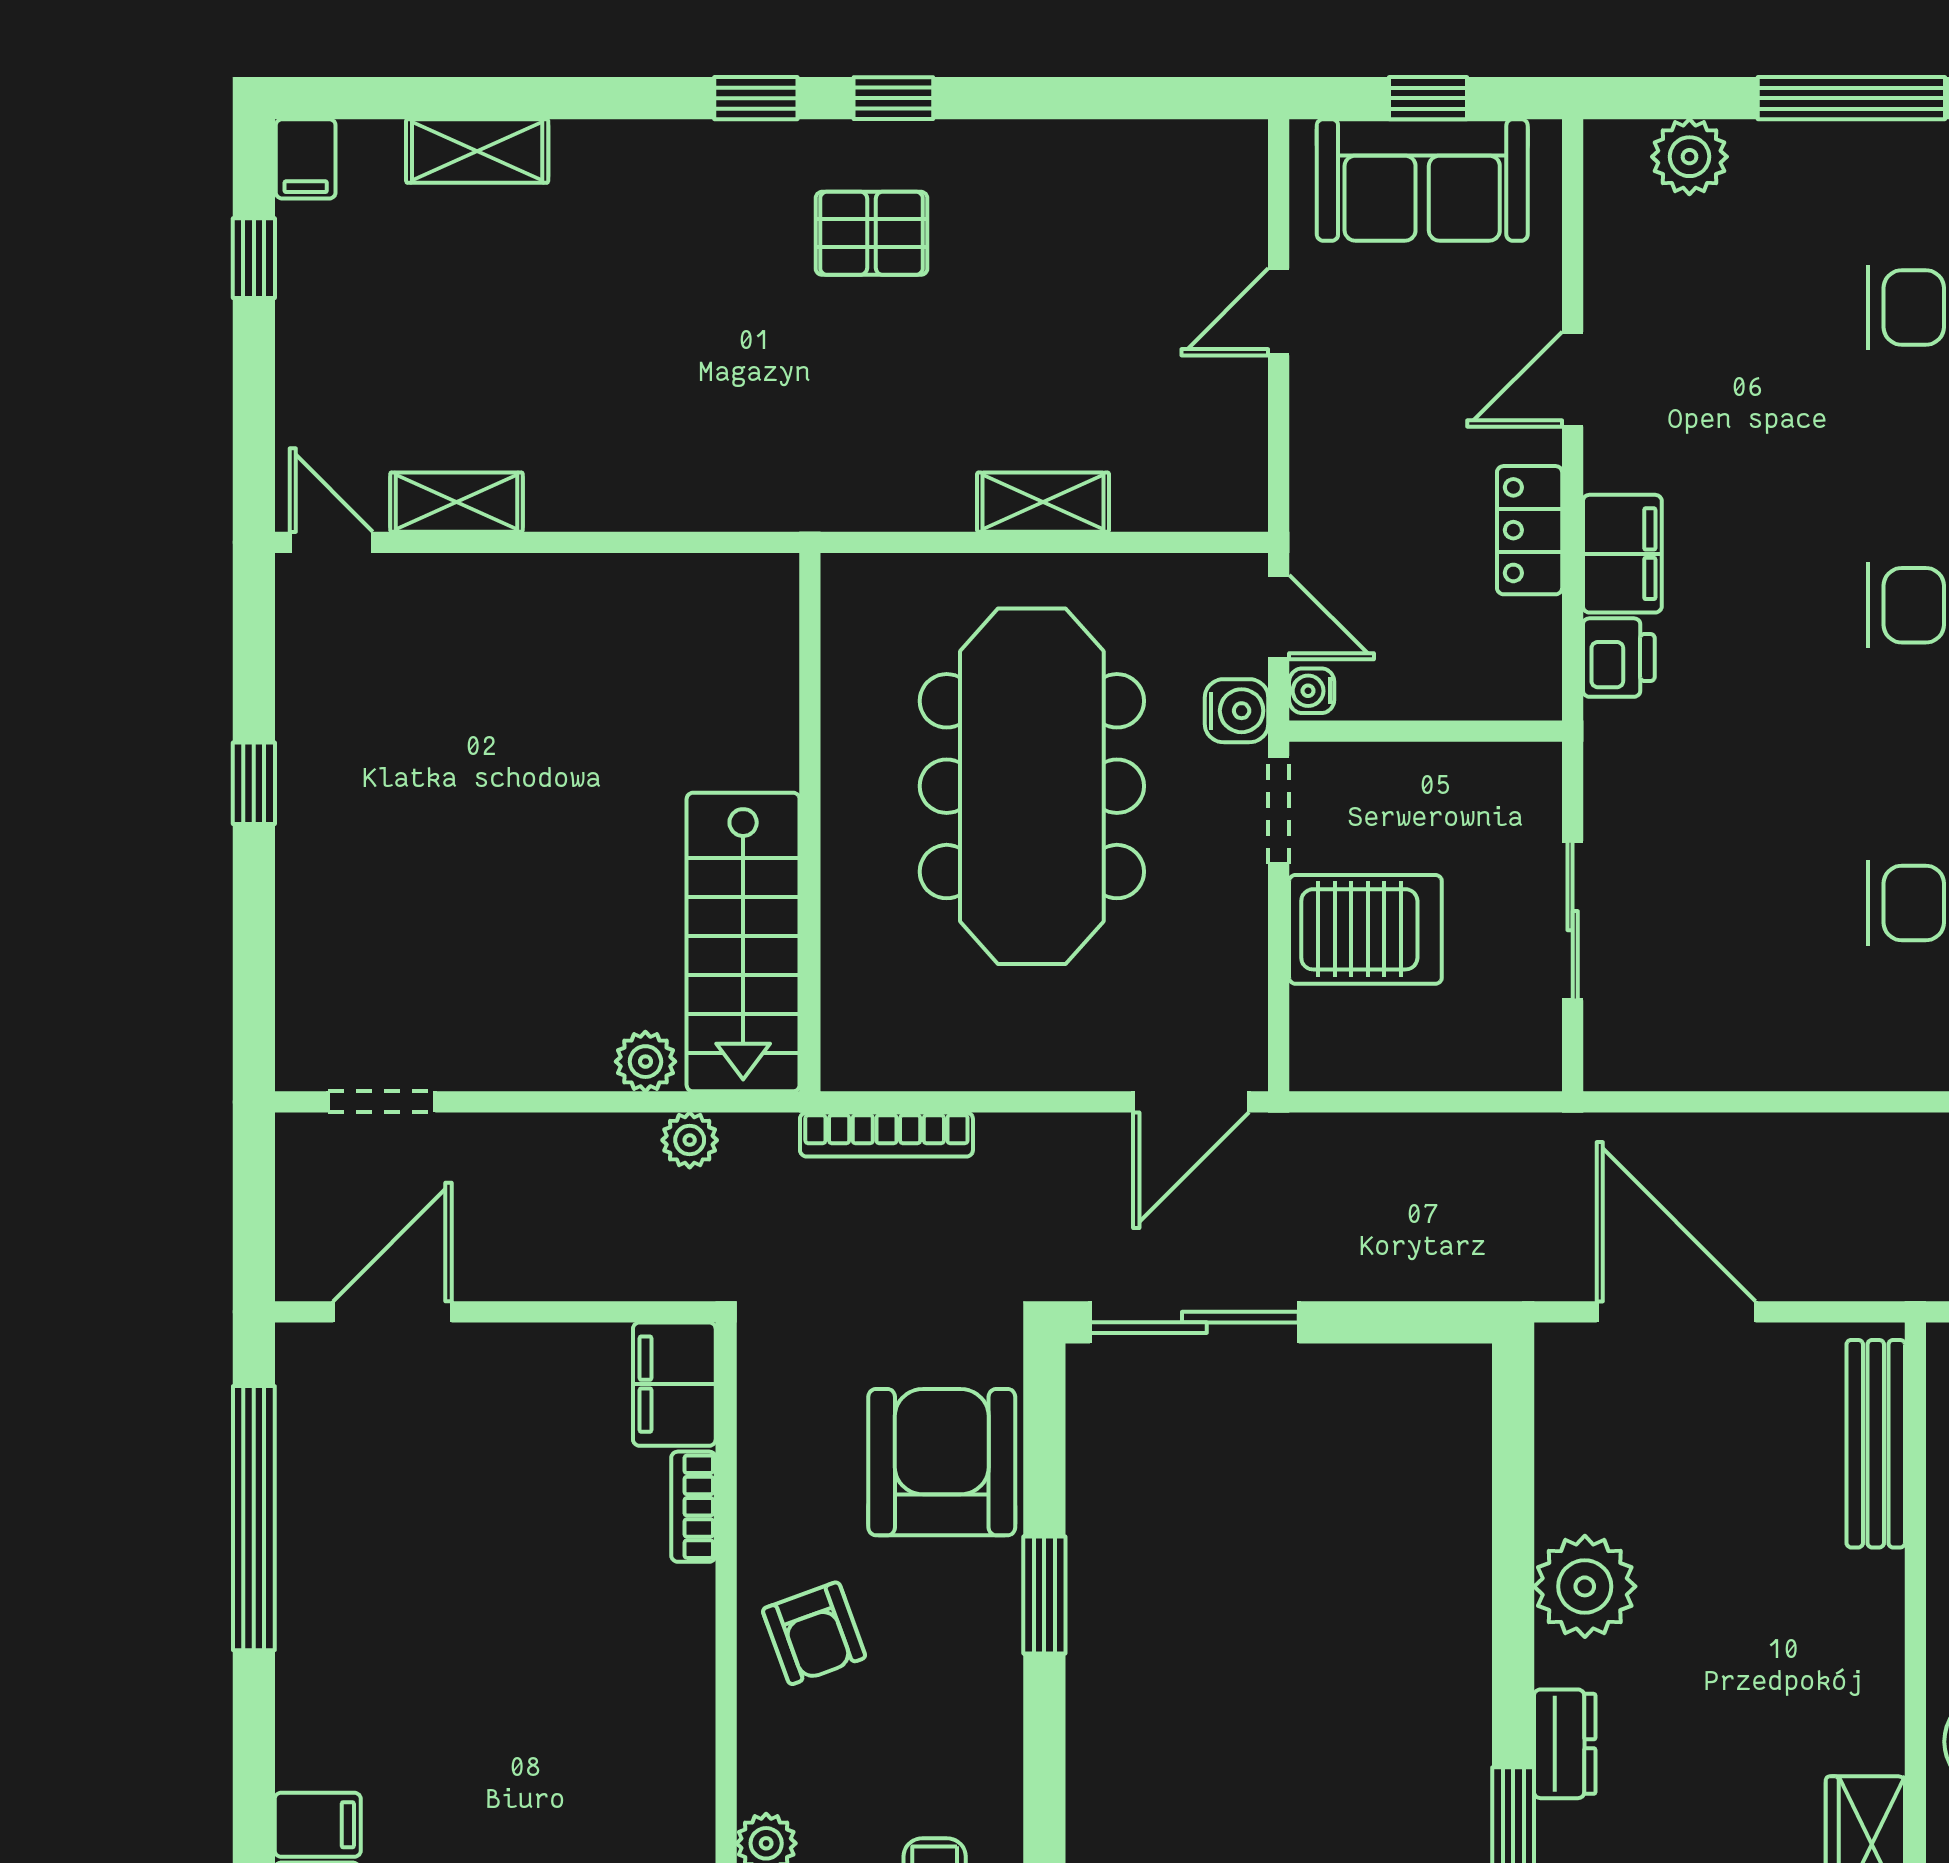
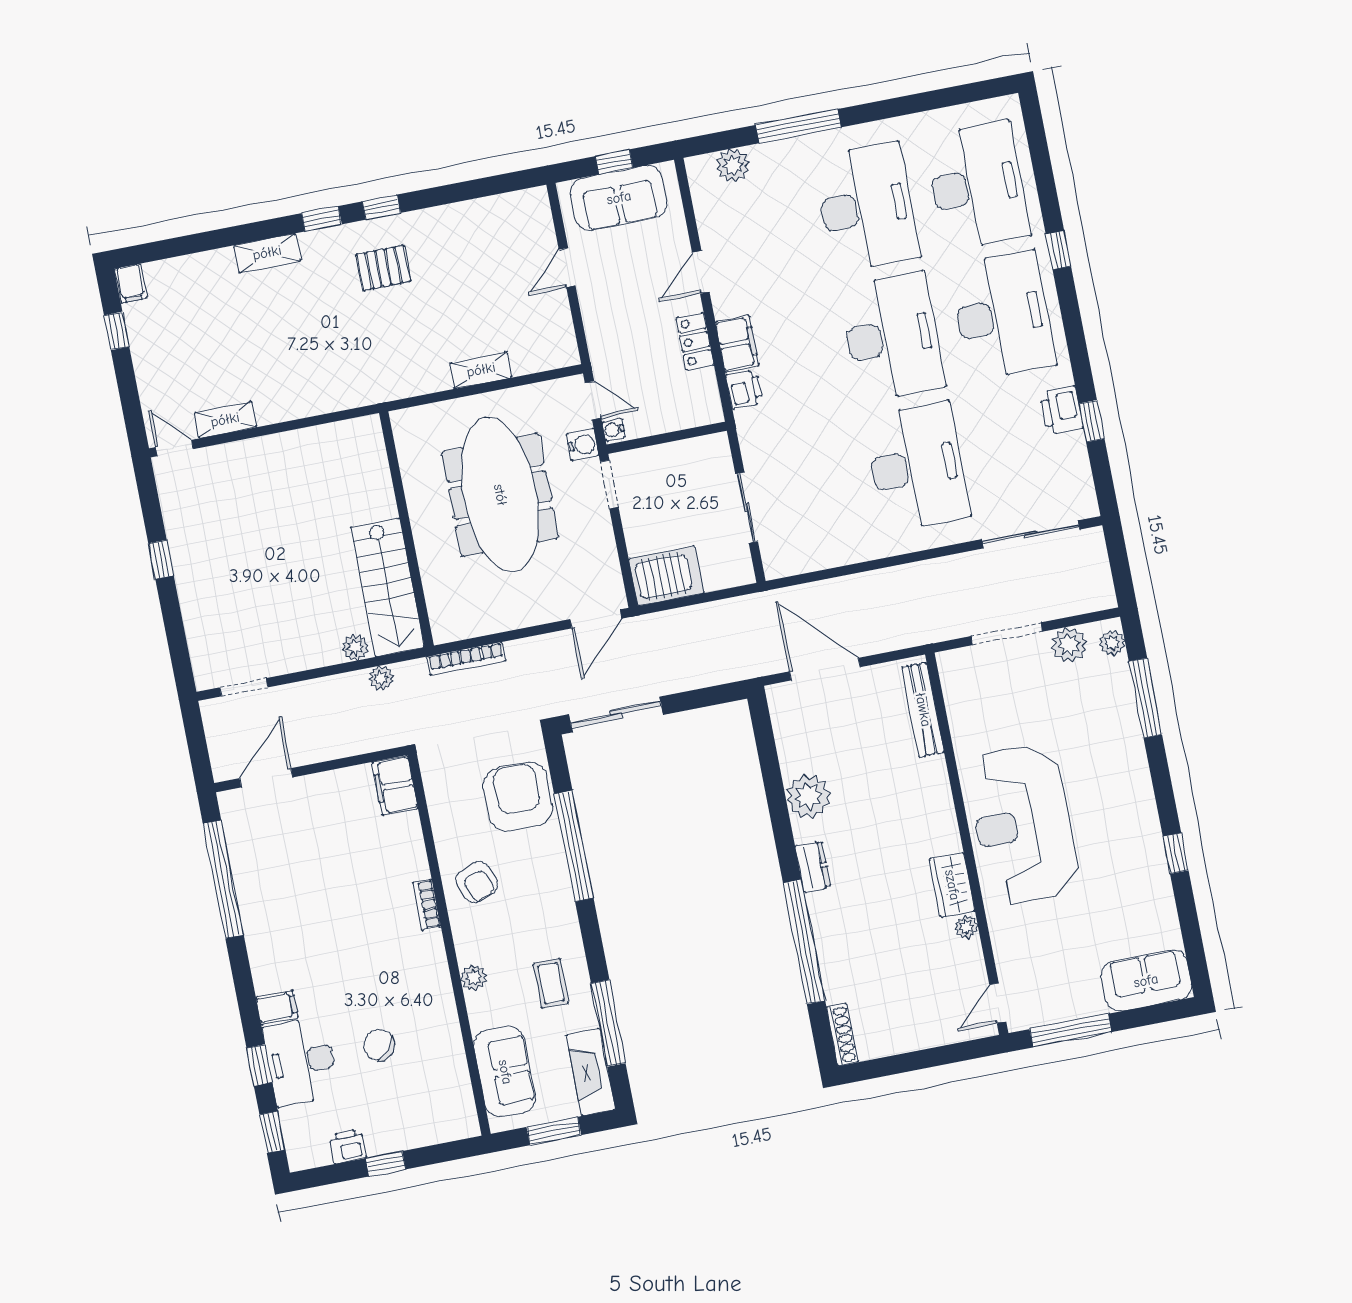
shelving: (477, 151) -> (267, 253), moved
server rack: (1365, 929) -> (666, 576), moved
bookcase: (693, 1507) -> (427, 905), moved
window: (1044, 1595) -> (574, 846), width x2.11

